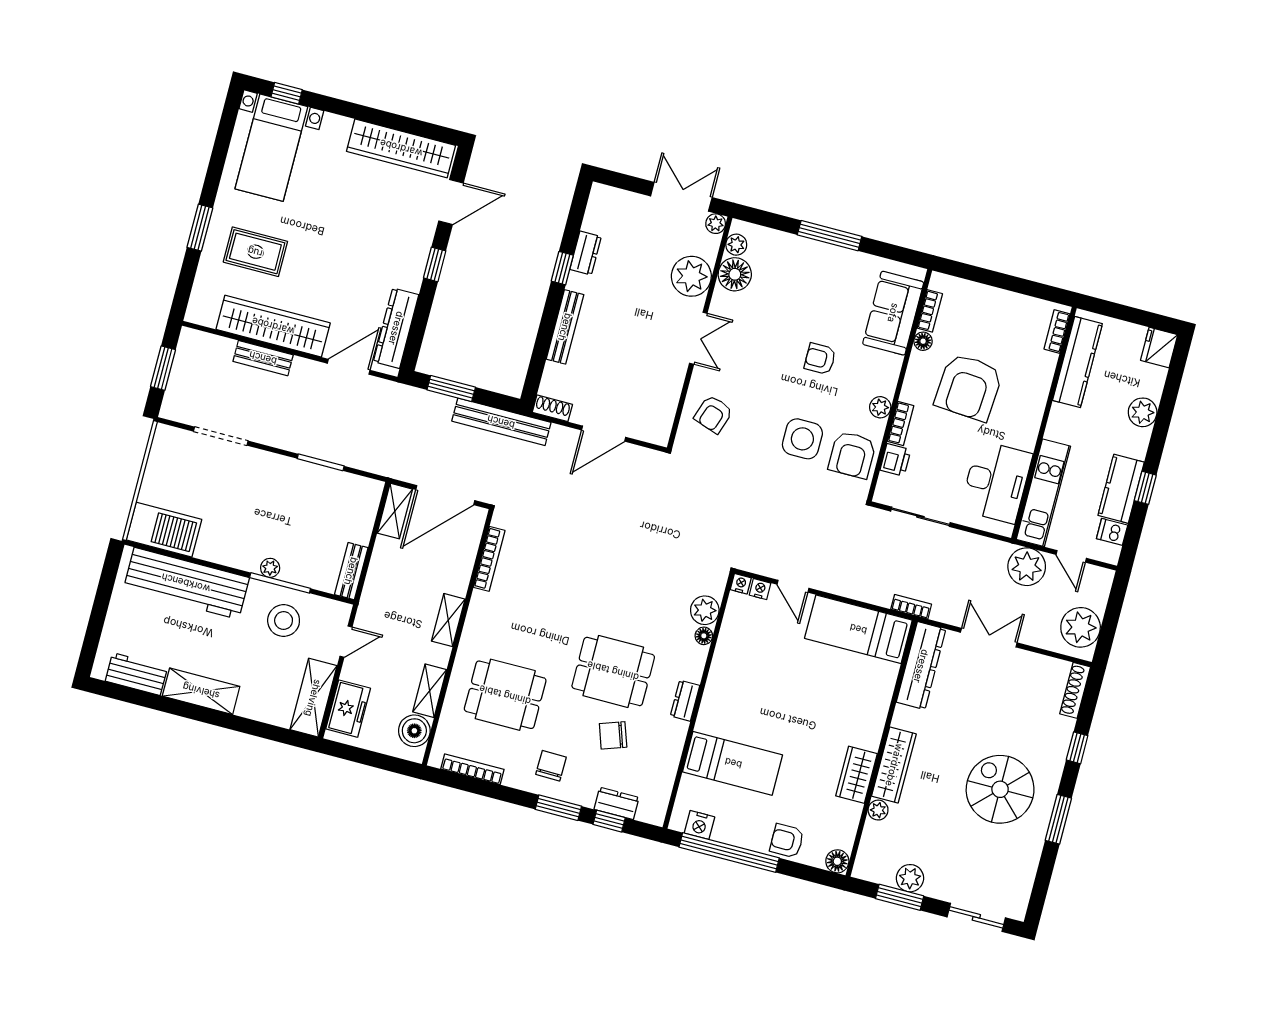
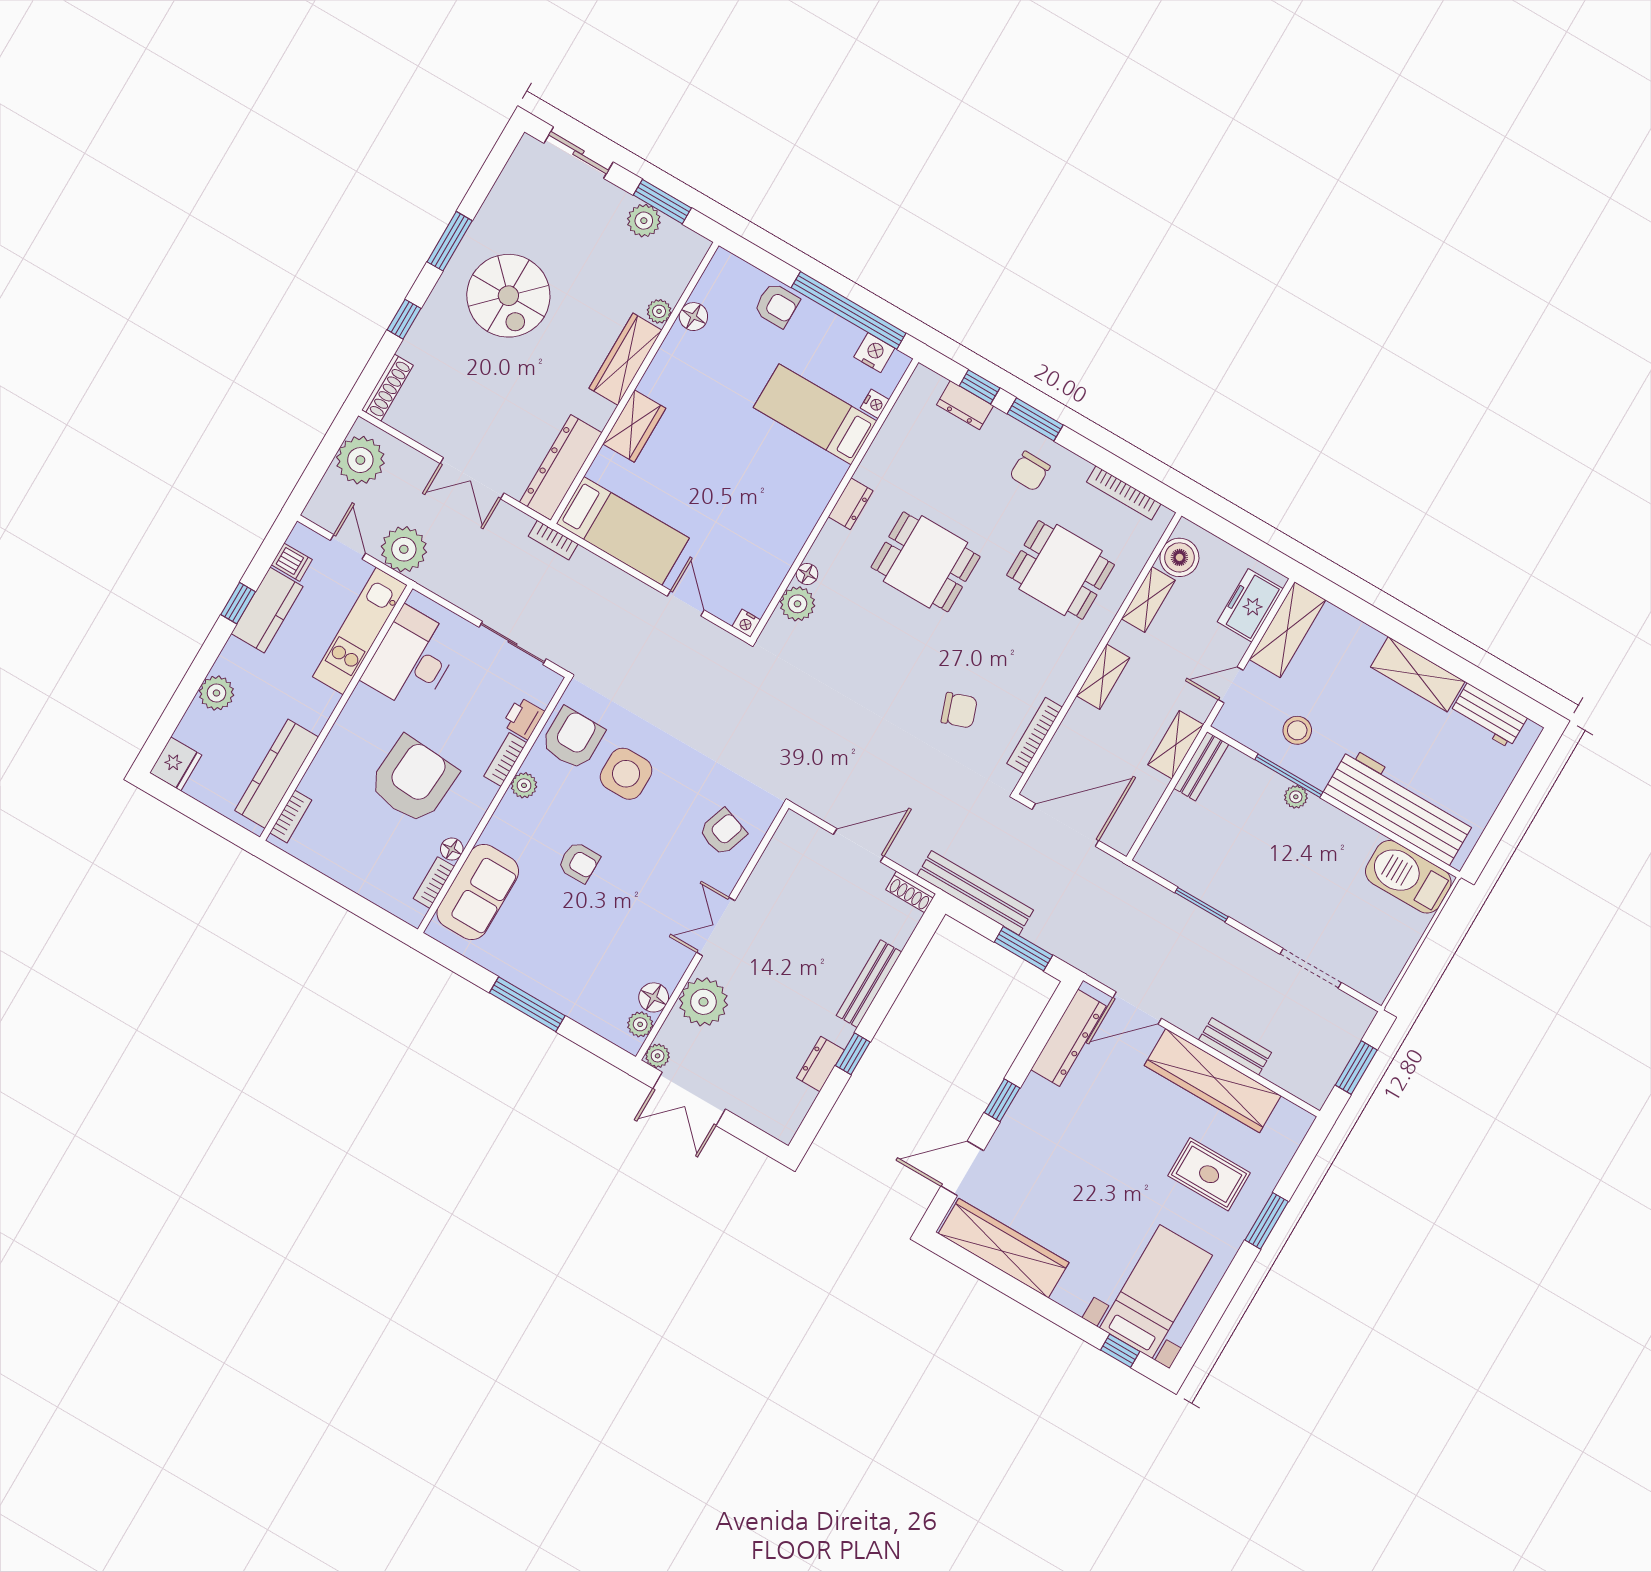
floor lamp: (735, 274) -> (654, 997), width x0.73, depth x0.73
shelving: (395, 511) -> (1176, 745), moved
nightstand: (760, 589) -> (875, 404), moved, turned -90
stool: (284, 621) -> (1297, 730), width x0.73, depth x0.73
chair: (613, 735) -> (959, 710), moved
wardrobe: (857, 775) -> (634, 426), moved
floor lamp: (837, 861) -> (693, 317), moved

